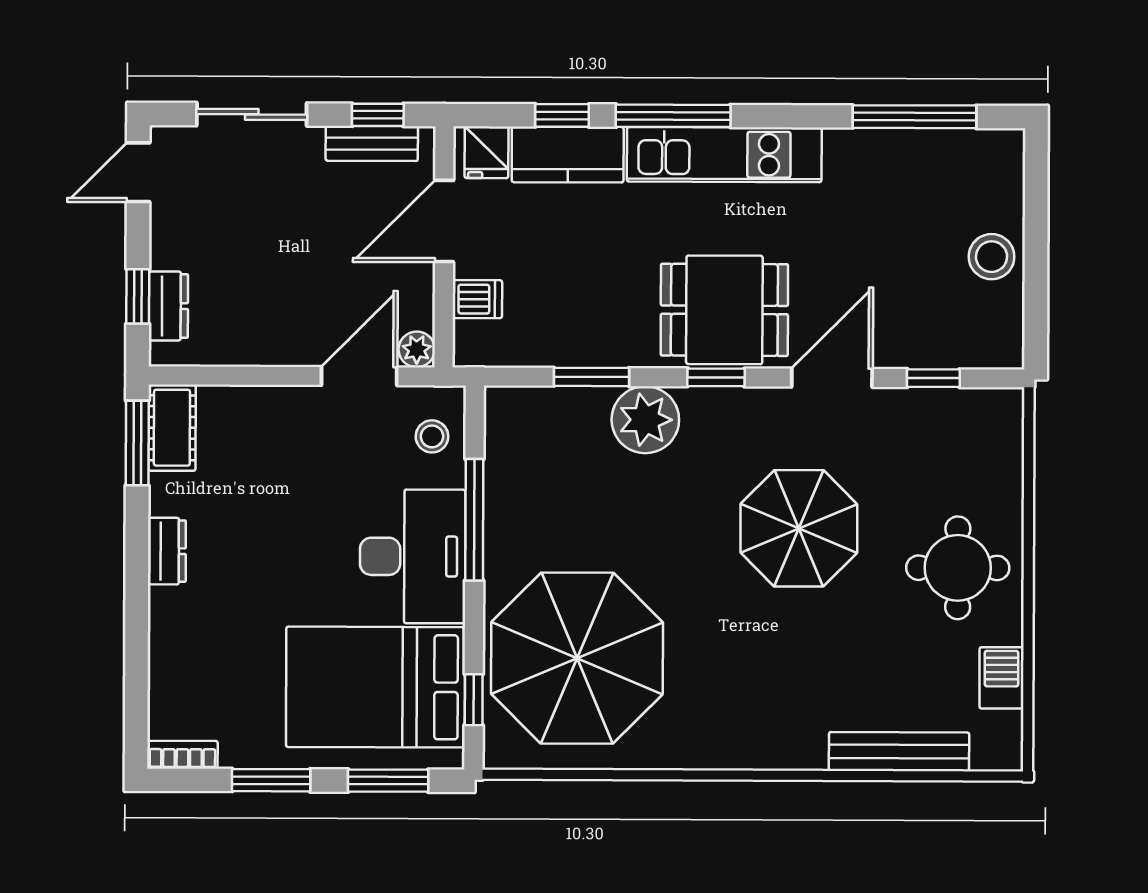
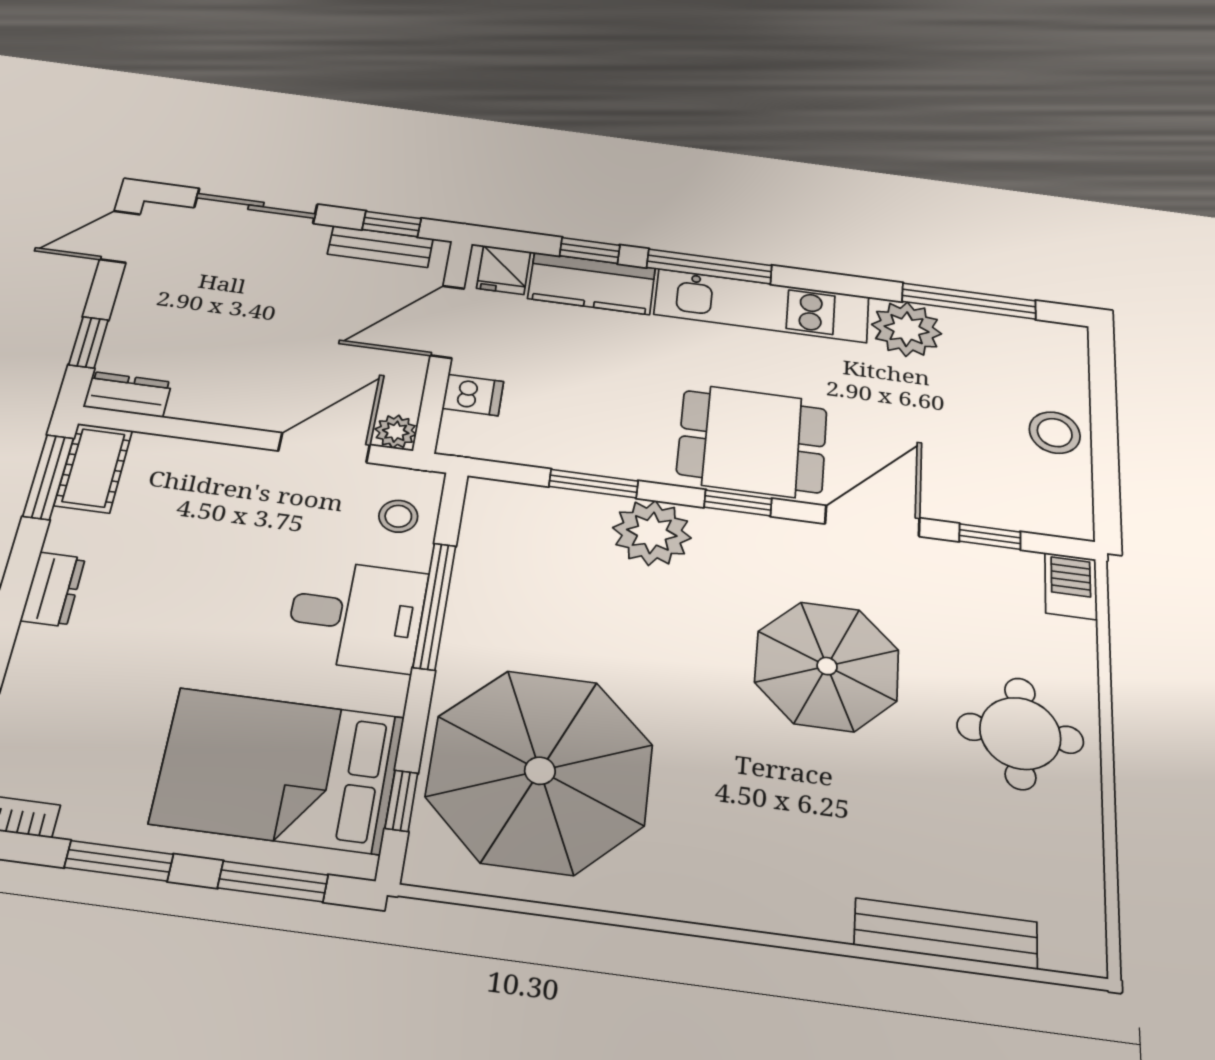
plant: (857, 160) -> (907, 329), added
dresser: (168, 306) -> (128, 394), moved, turned -90
desk: (413, 556) -> (356, 615), width x0.73
barbecue: (1001, 678) -> (1071, 586), moved

